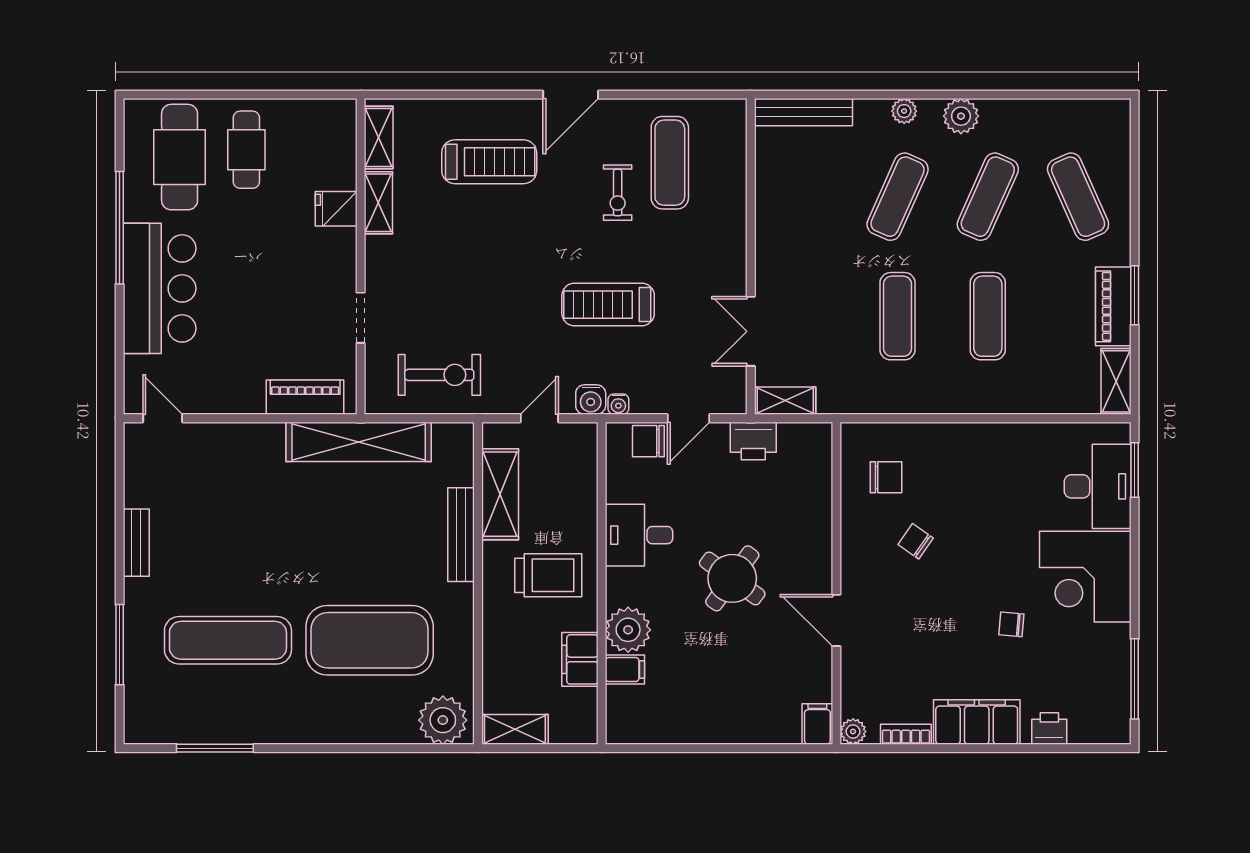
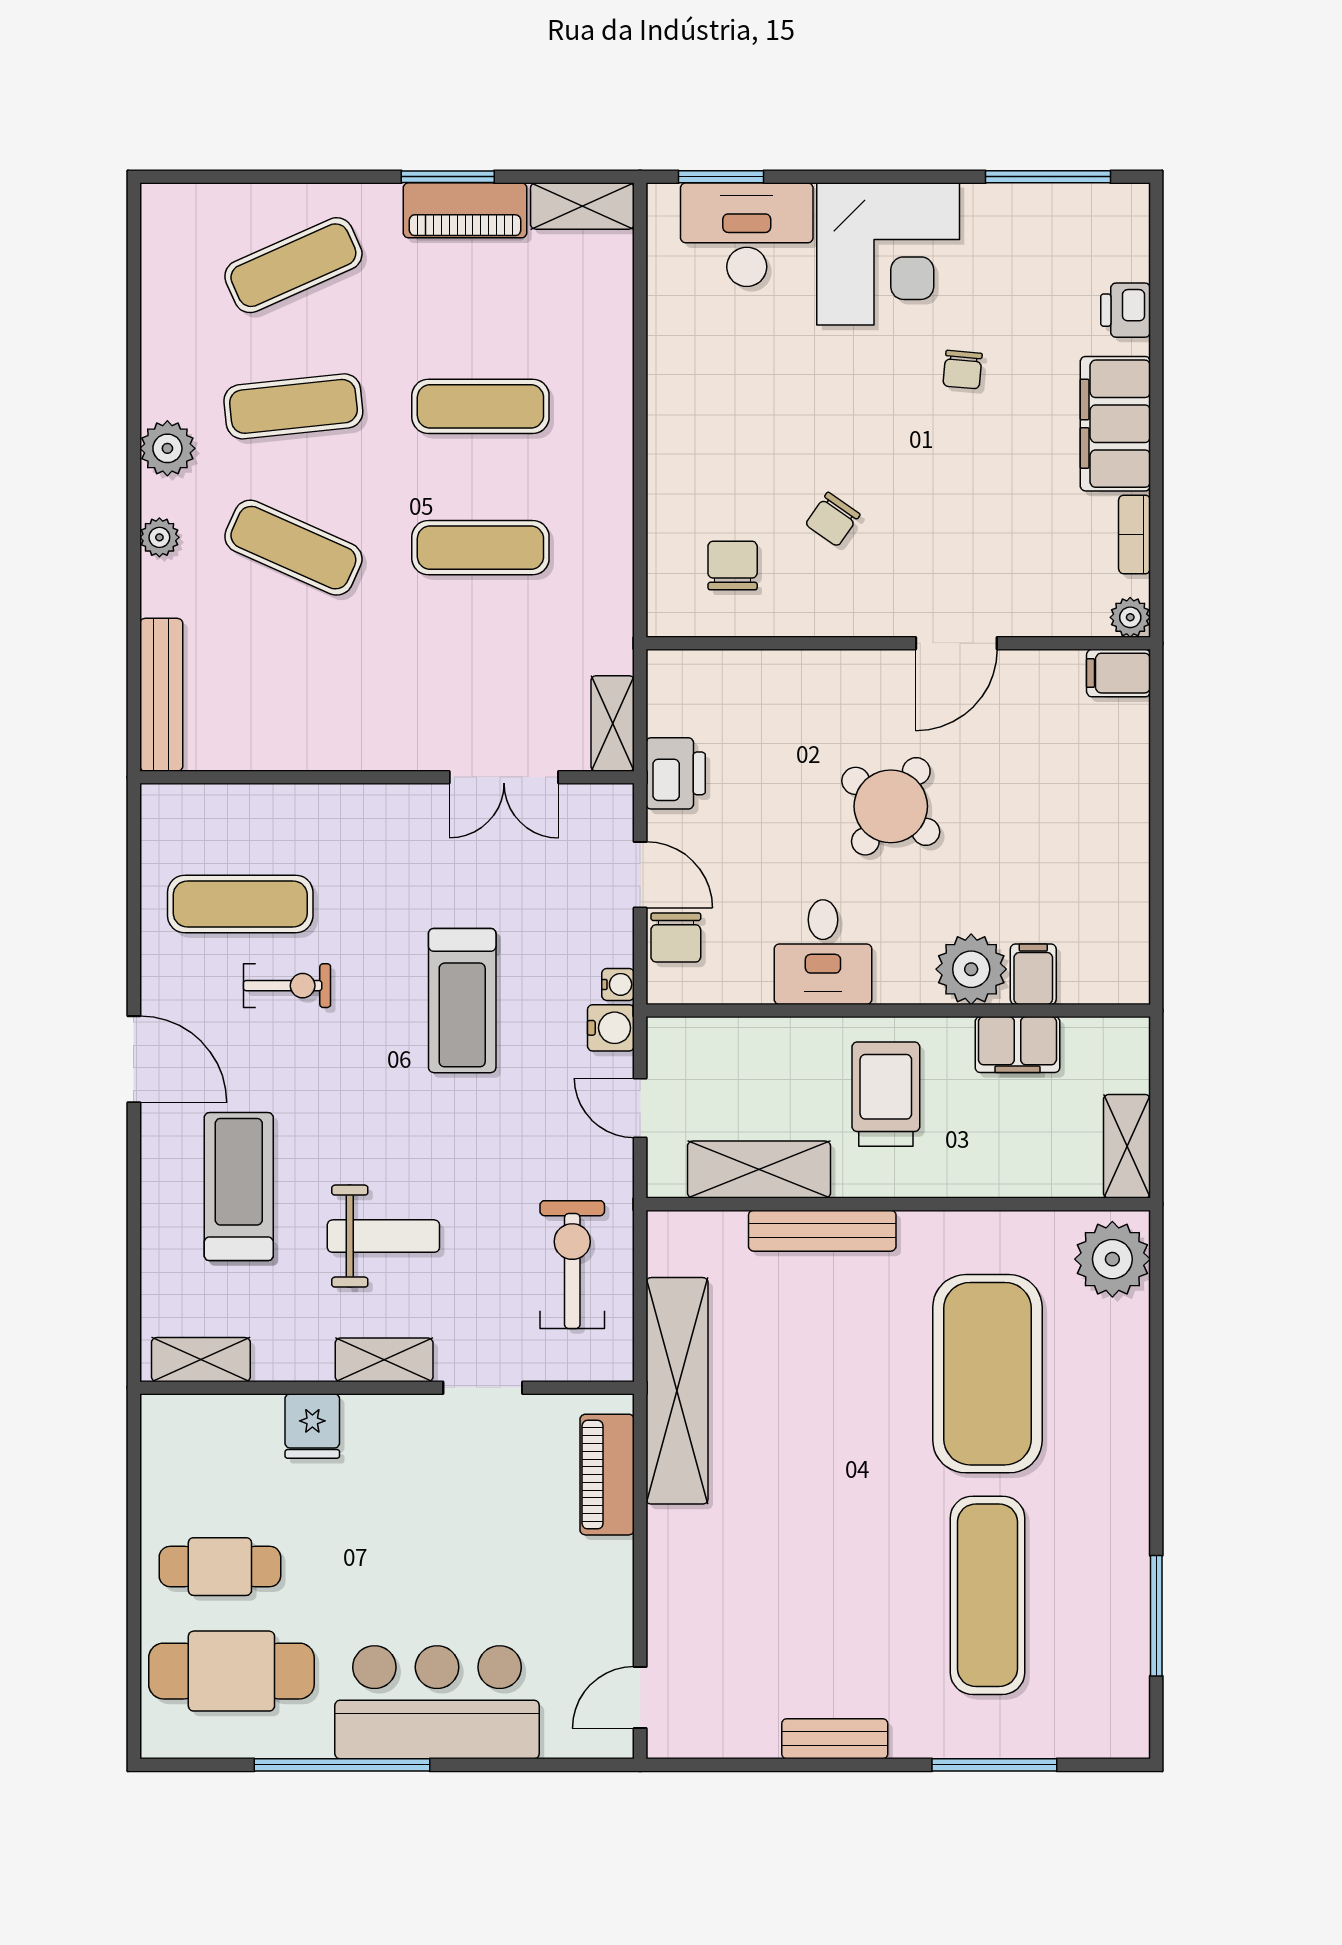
exercise mat: (988, 197) -> (293, 406), turned -30
shelving: (378, 203) -> (384, 1360), moved
weight bench: (458, 254) -> (383, 1236), added

